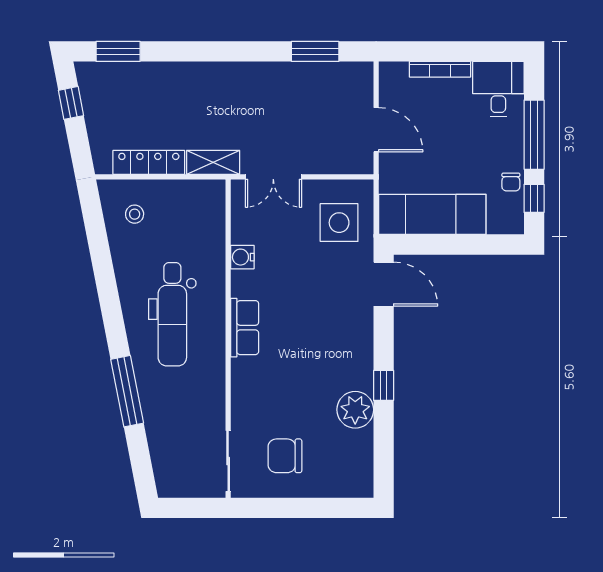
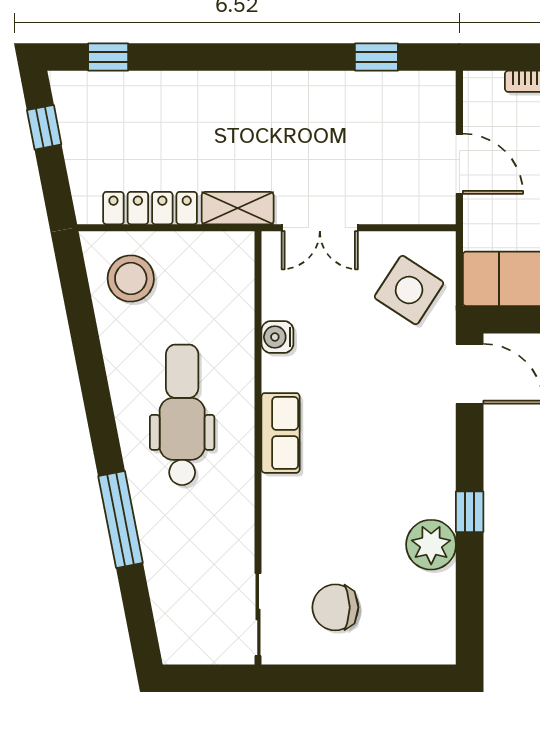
window: (118, 51) -> (108, 57), width x0.67
window: (315, 51) -> (376, 57), width x0.67
stool: (135, 214) -> (131, 279), width x1.89, depth x1.89
side table: (339, 223) -> (409, 290), turned 33
dental chair: (172, 314) -> (182, 415), turned 180

